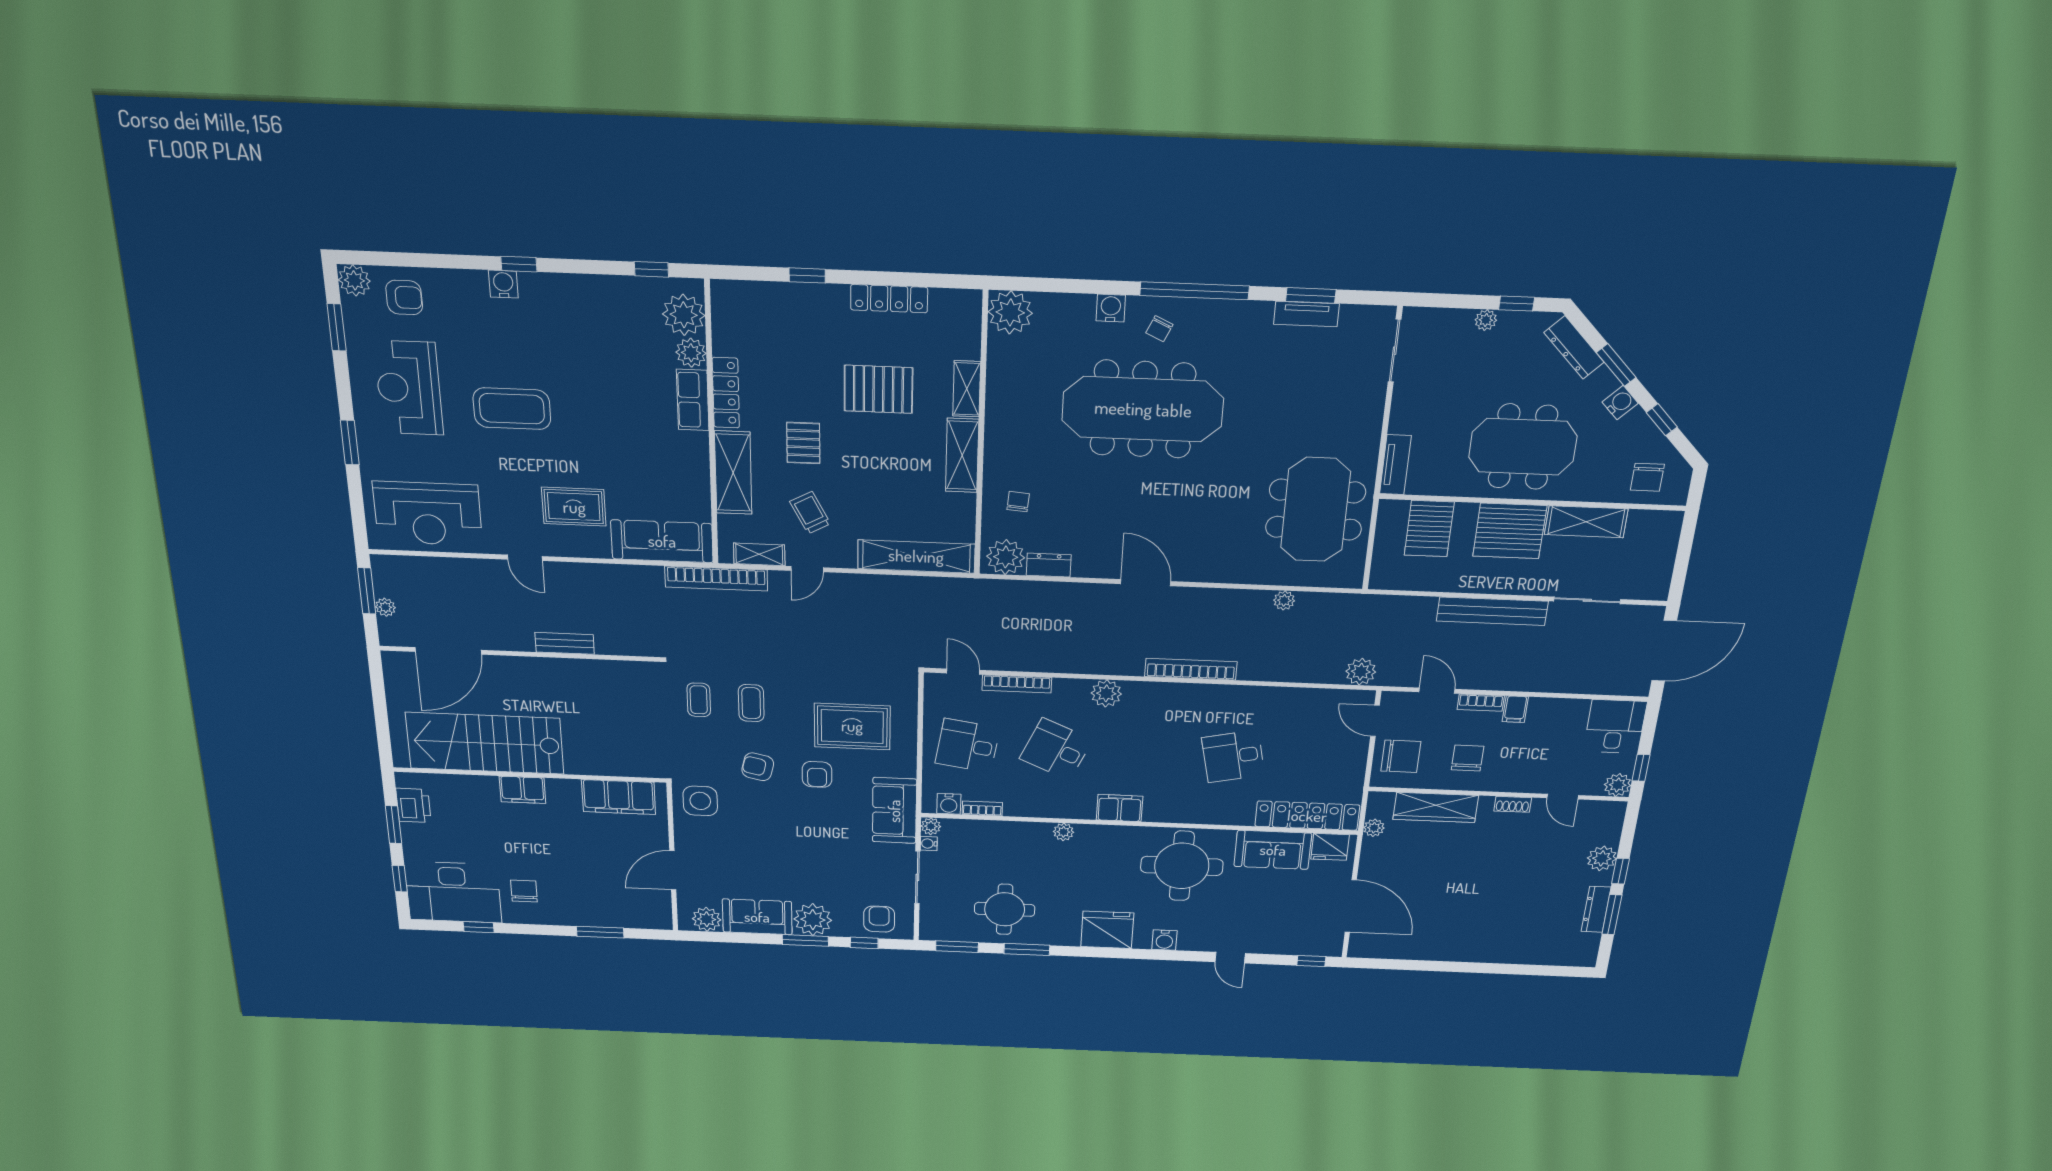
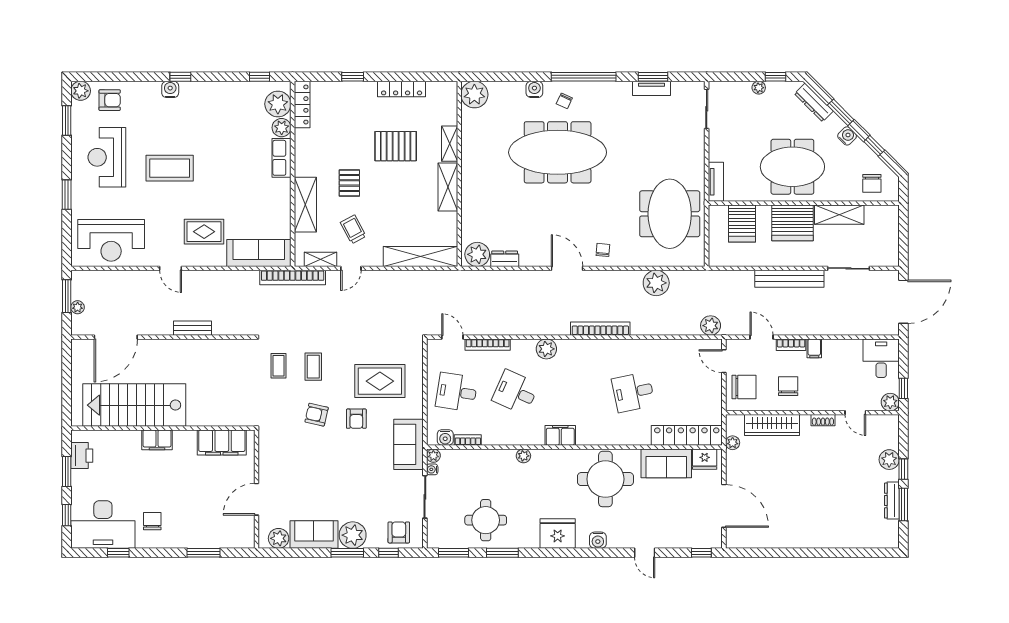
locker: (726, 393) -> (302, 104), moved
chair: (1018, 502) -> (603, 250), moved
plant: (1284, 600) -> (656, 283), width x1.88, depth x1.88
side table: (700, 801) -> (277, 443), removed

